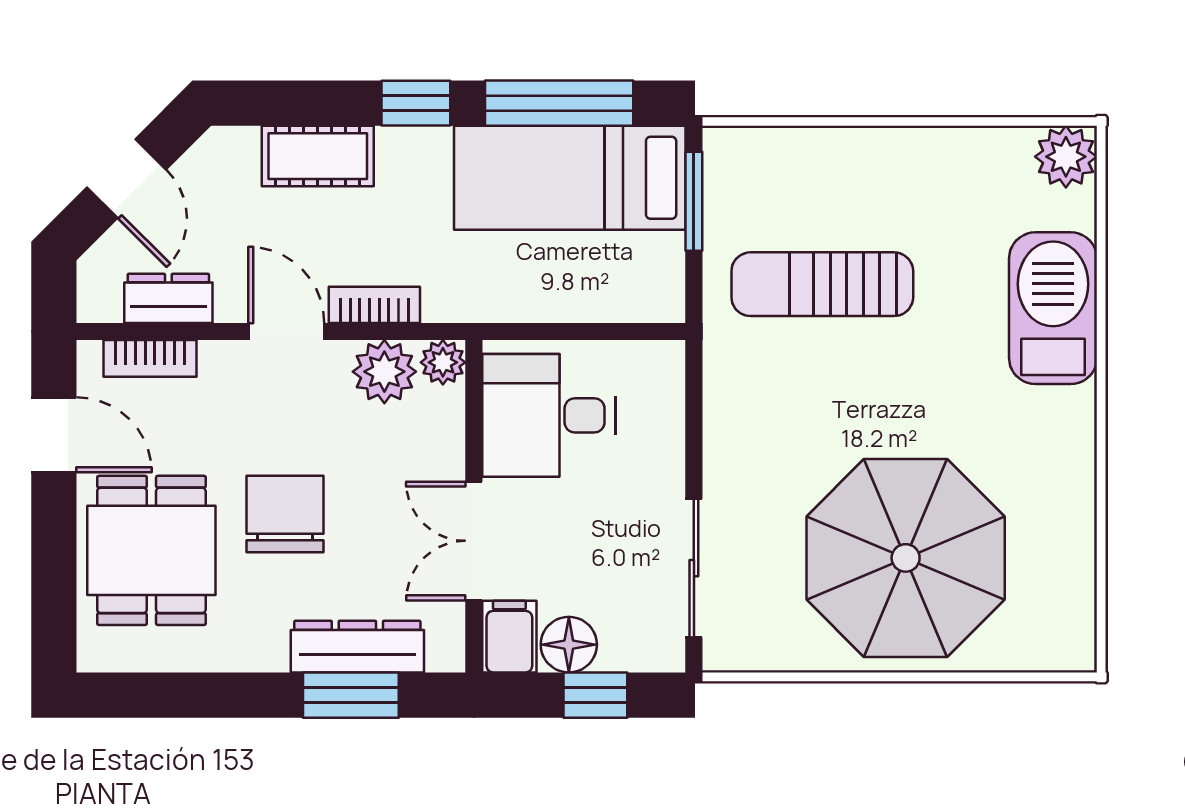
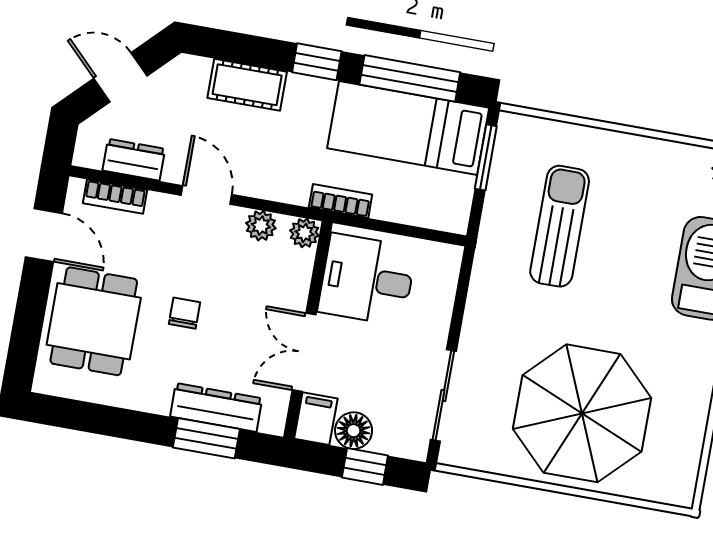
door: (126, 178) -> (120, 77), swing flipped
sun lounger: (822, 284) -> (560, 226), turned 90
bookcase: (374, 305) -> (341, 201), moved
plant: (384, 372) -> (261, 226), width x0.73, depth x0.73
chair: (285, 514) -> (185, 313), width x0.54, depth x0.54

